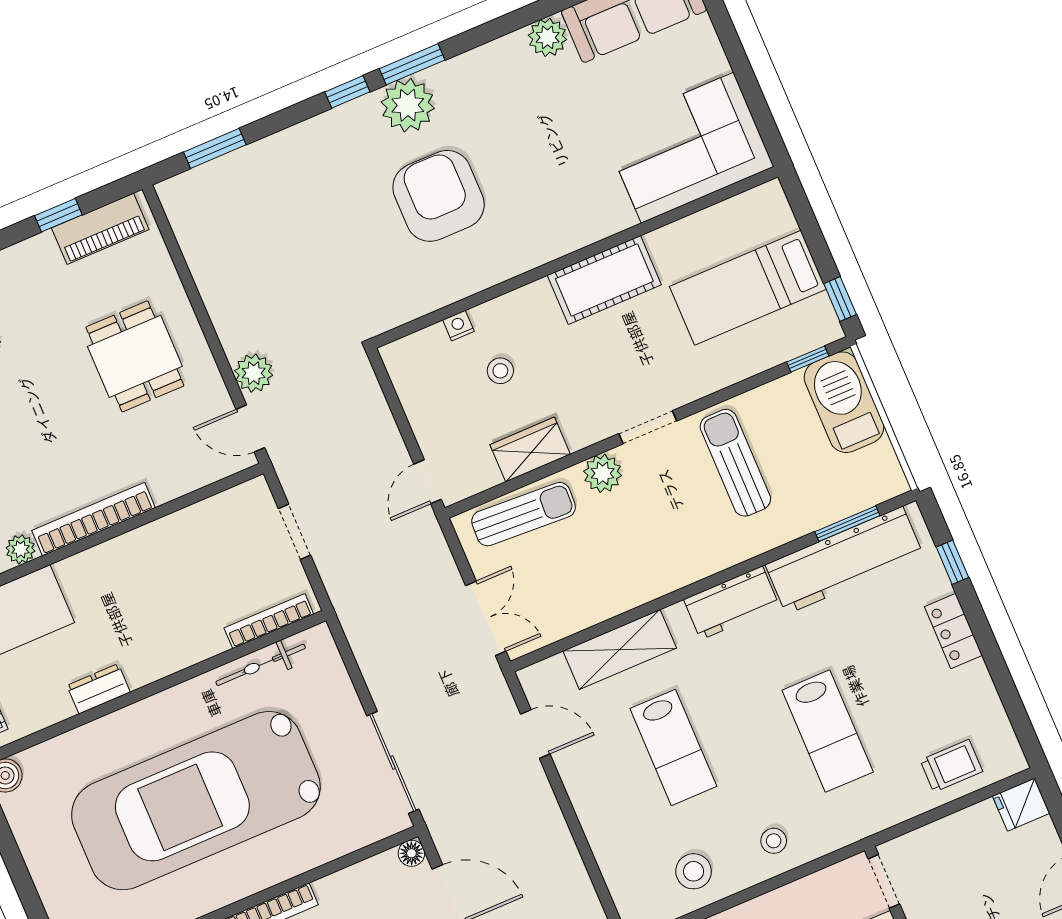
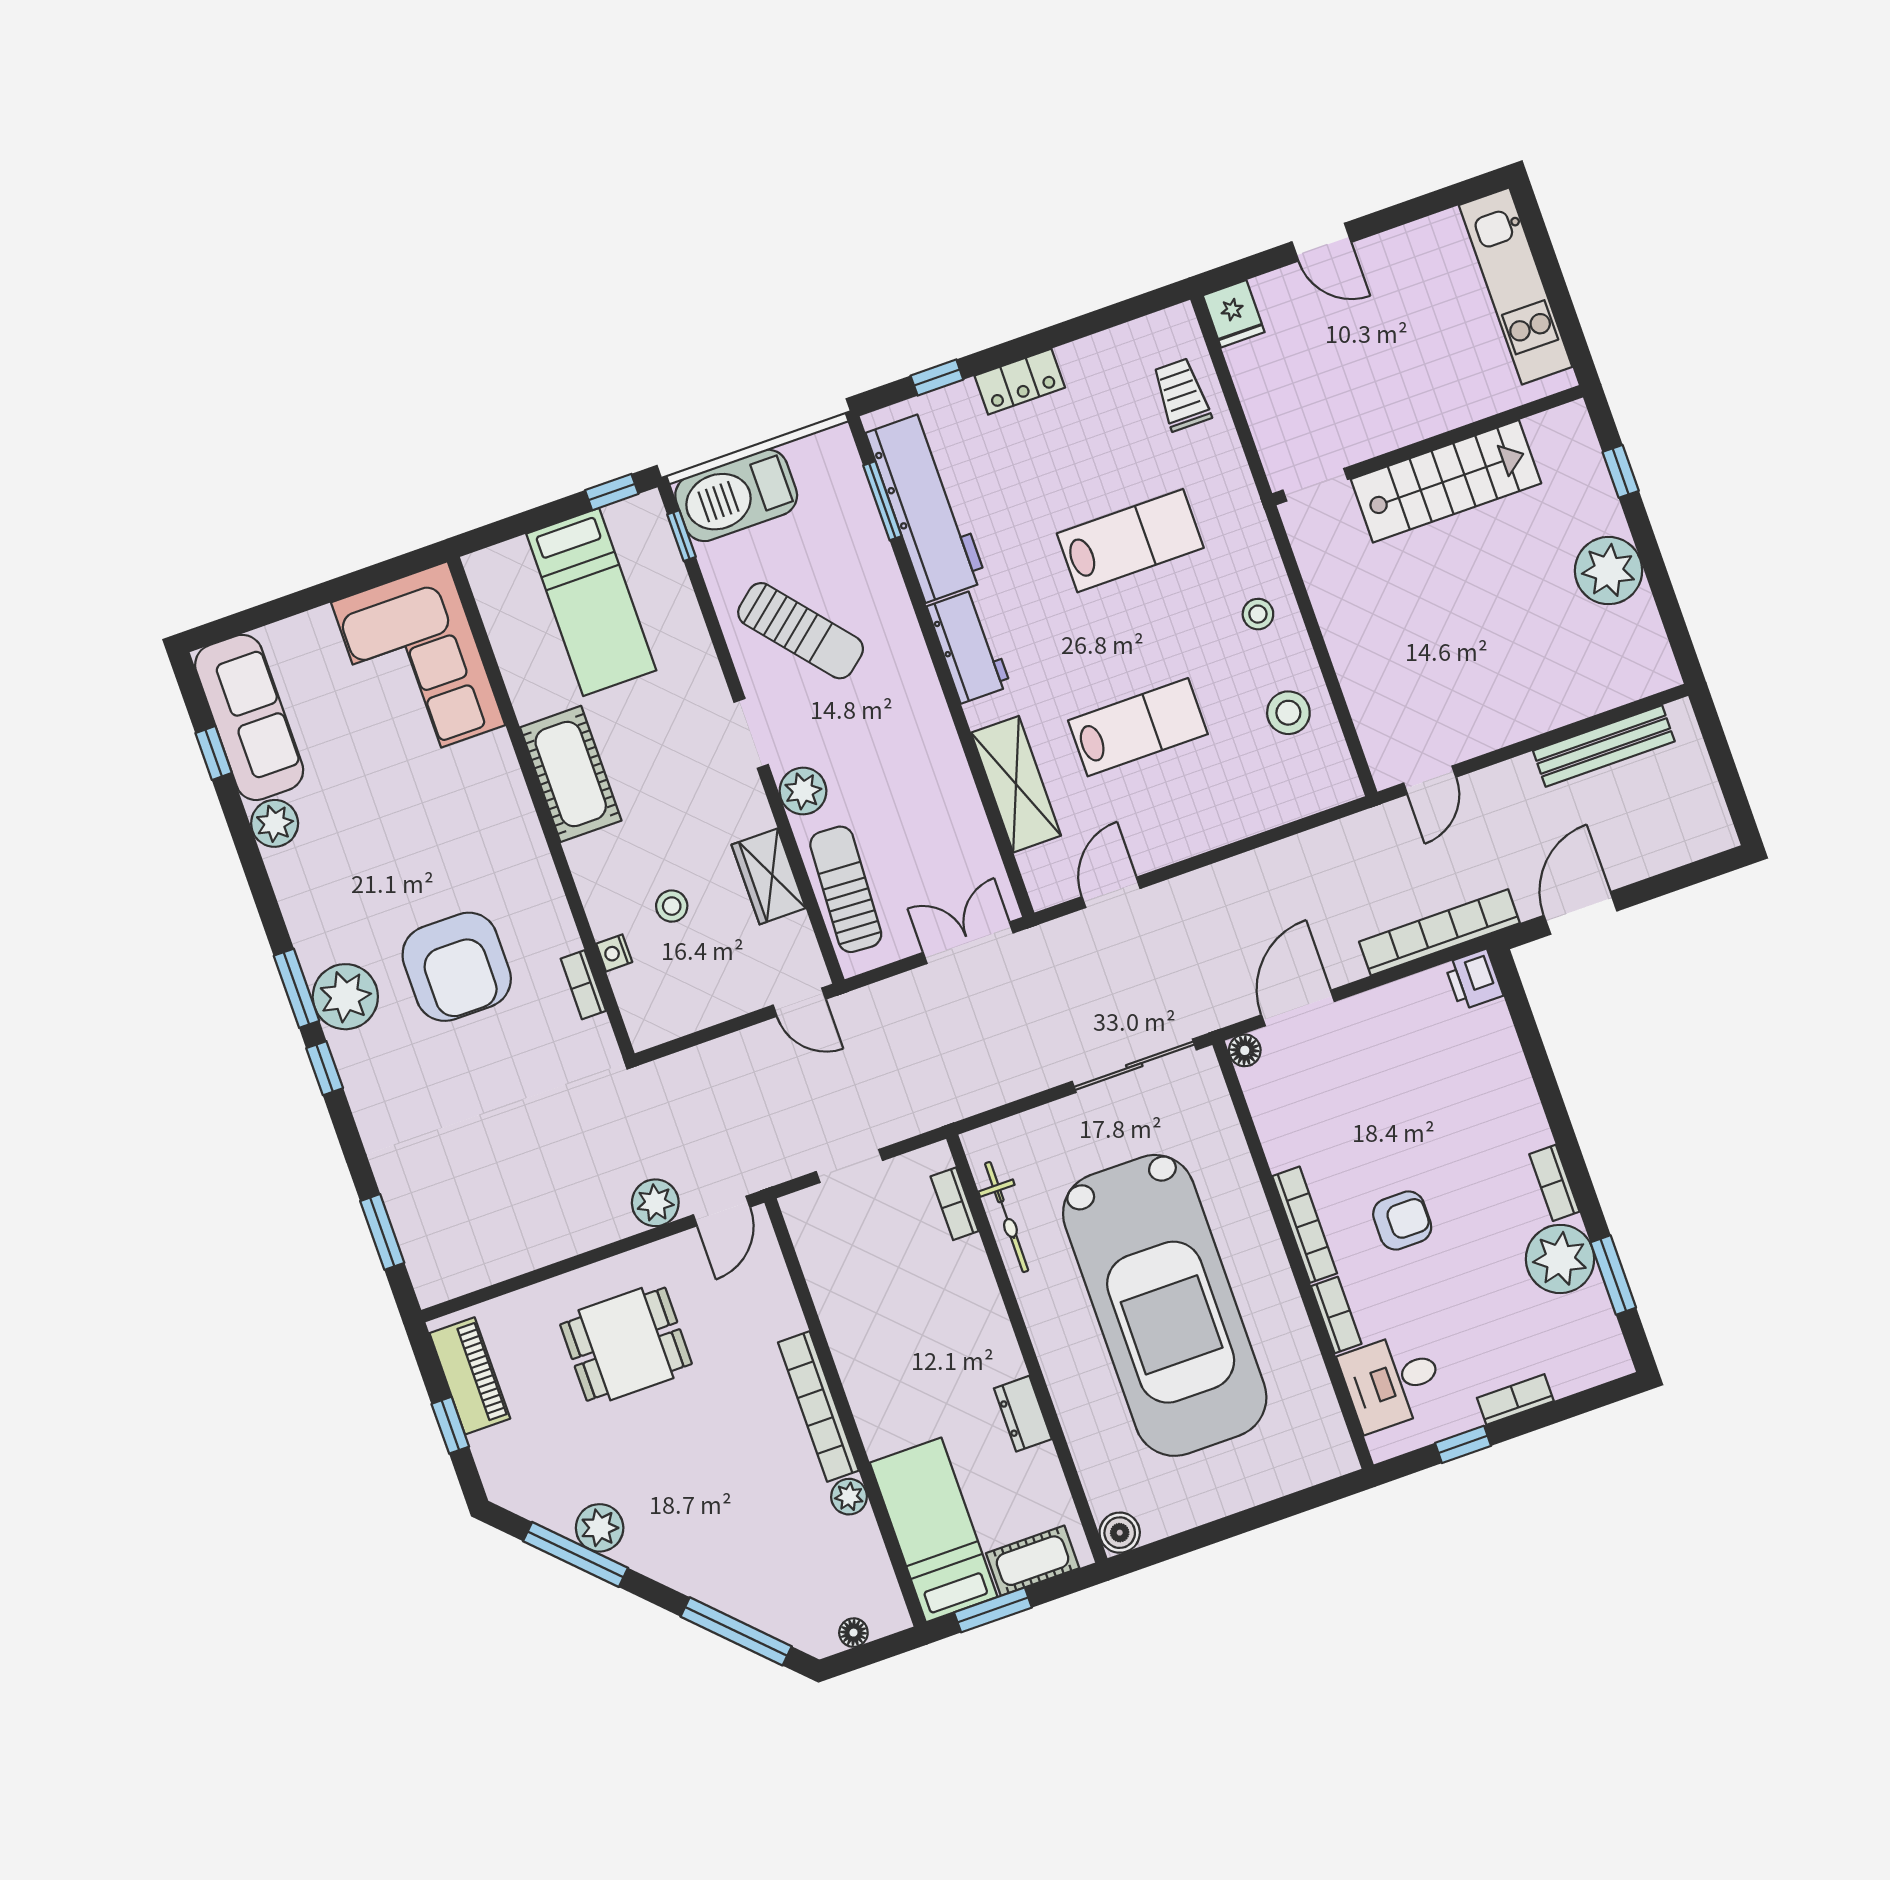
armchair: (439, 196) -> (457, 967), turned -90
bookcase: (430, 302) -> (583, 985), added
sun lounger: (735, 463) -> (801, 631), turned -130
bookcase: (269, 621) -> (955, 1204), width x0.64

